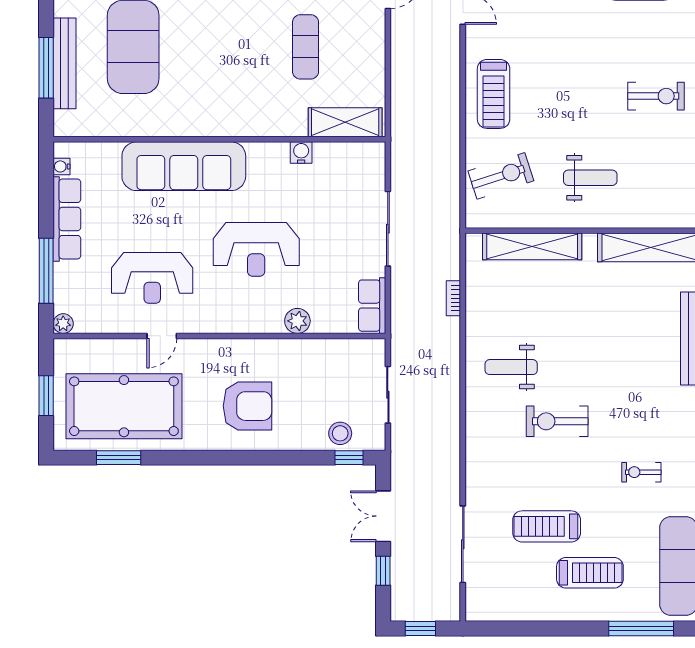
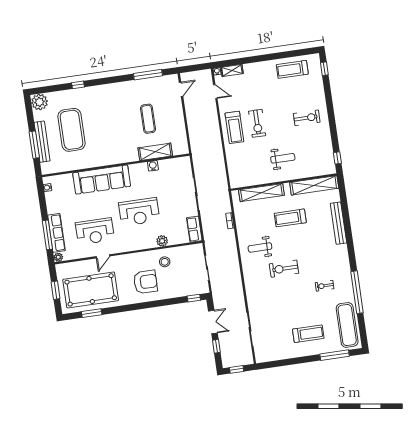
shelving: (345, 122) -> (155, 152), moved
exercise bike: (501, 176) -> (257, 123), moved, turned 108
row of seats: (67, 219) -> (56, 233), moved
stool: (340, 433) -> (165, 262), moved
double door: (383, 516) -> (213, 322), swing flipped
treadmill: (547, 526) -> (290, 218), moved

